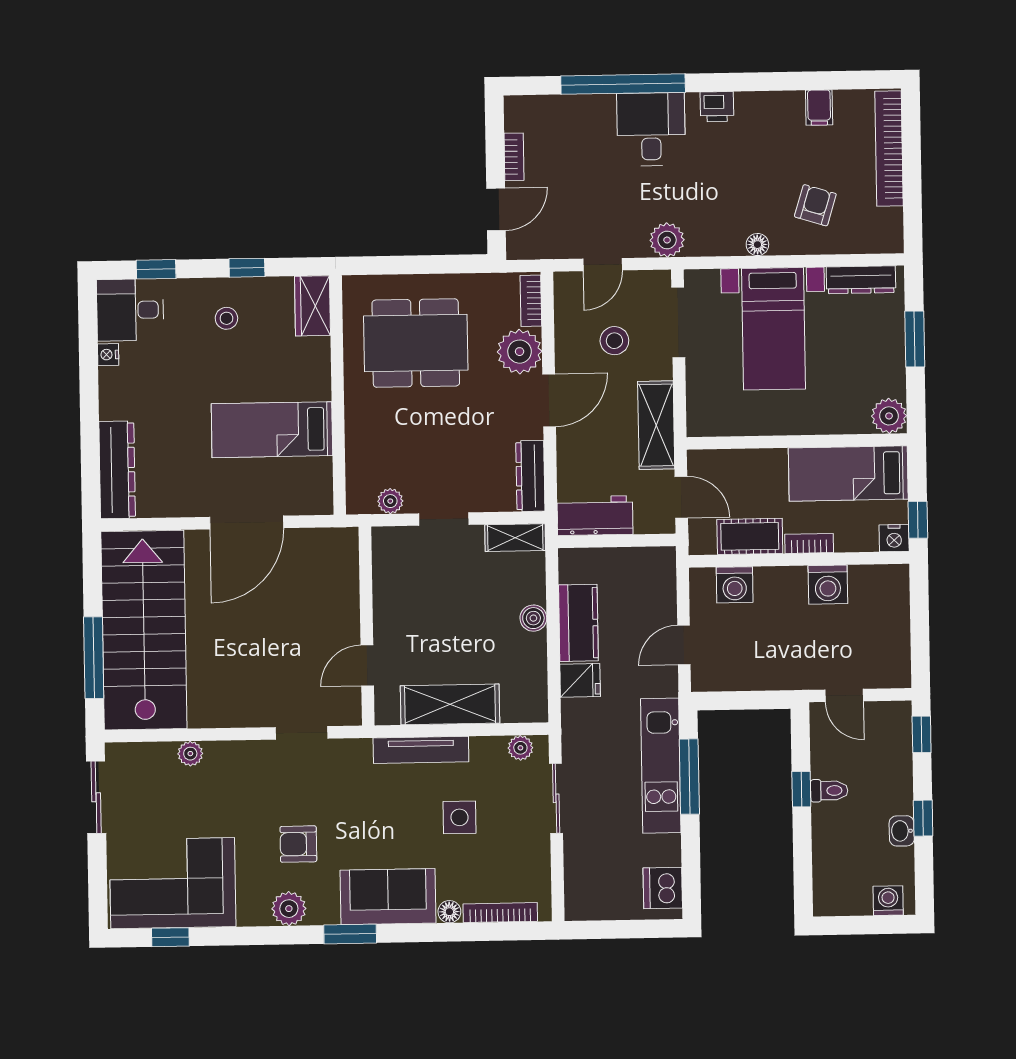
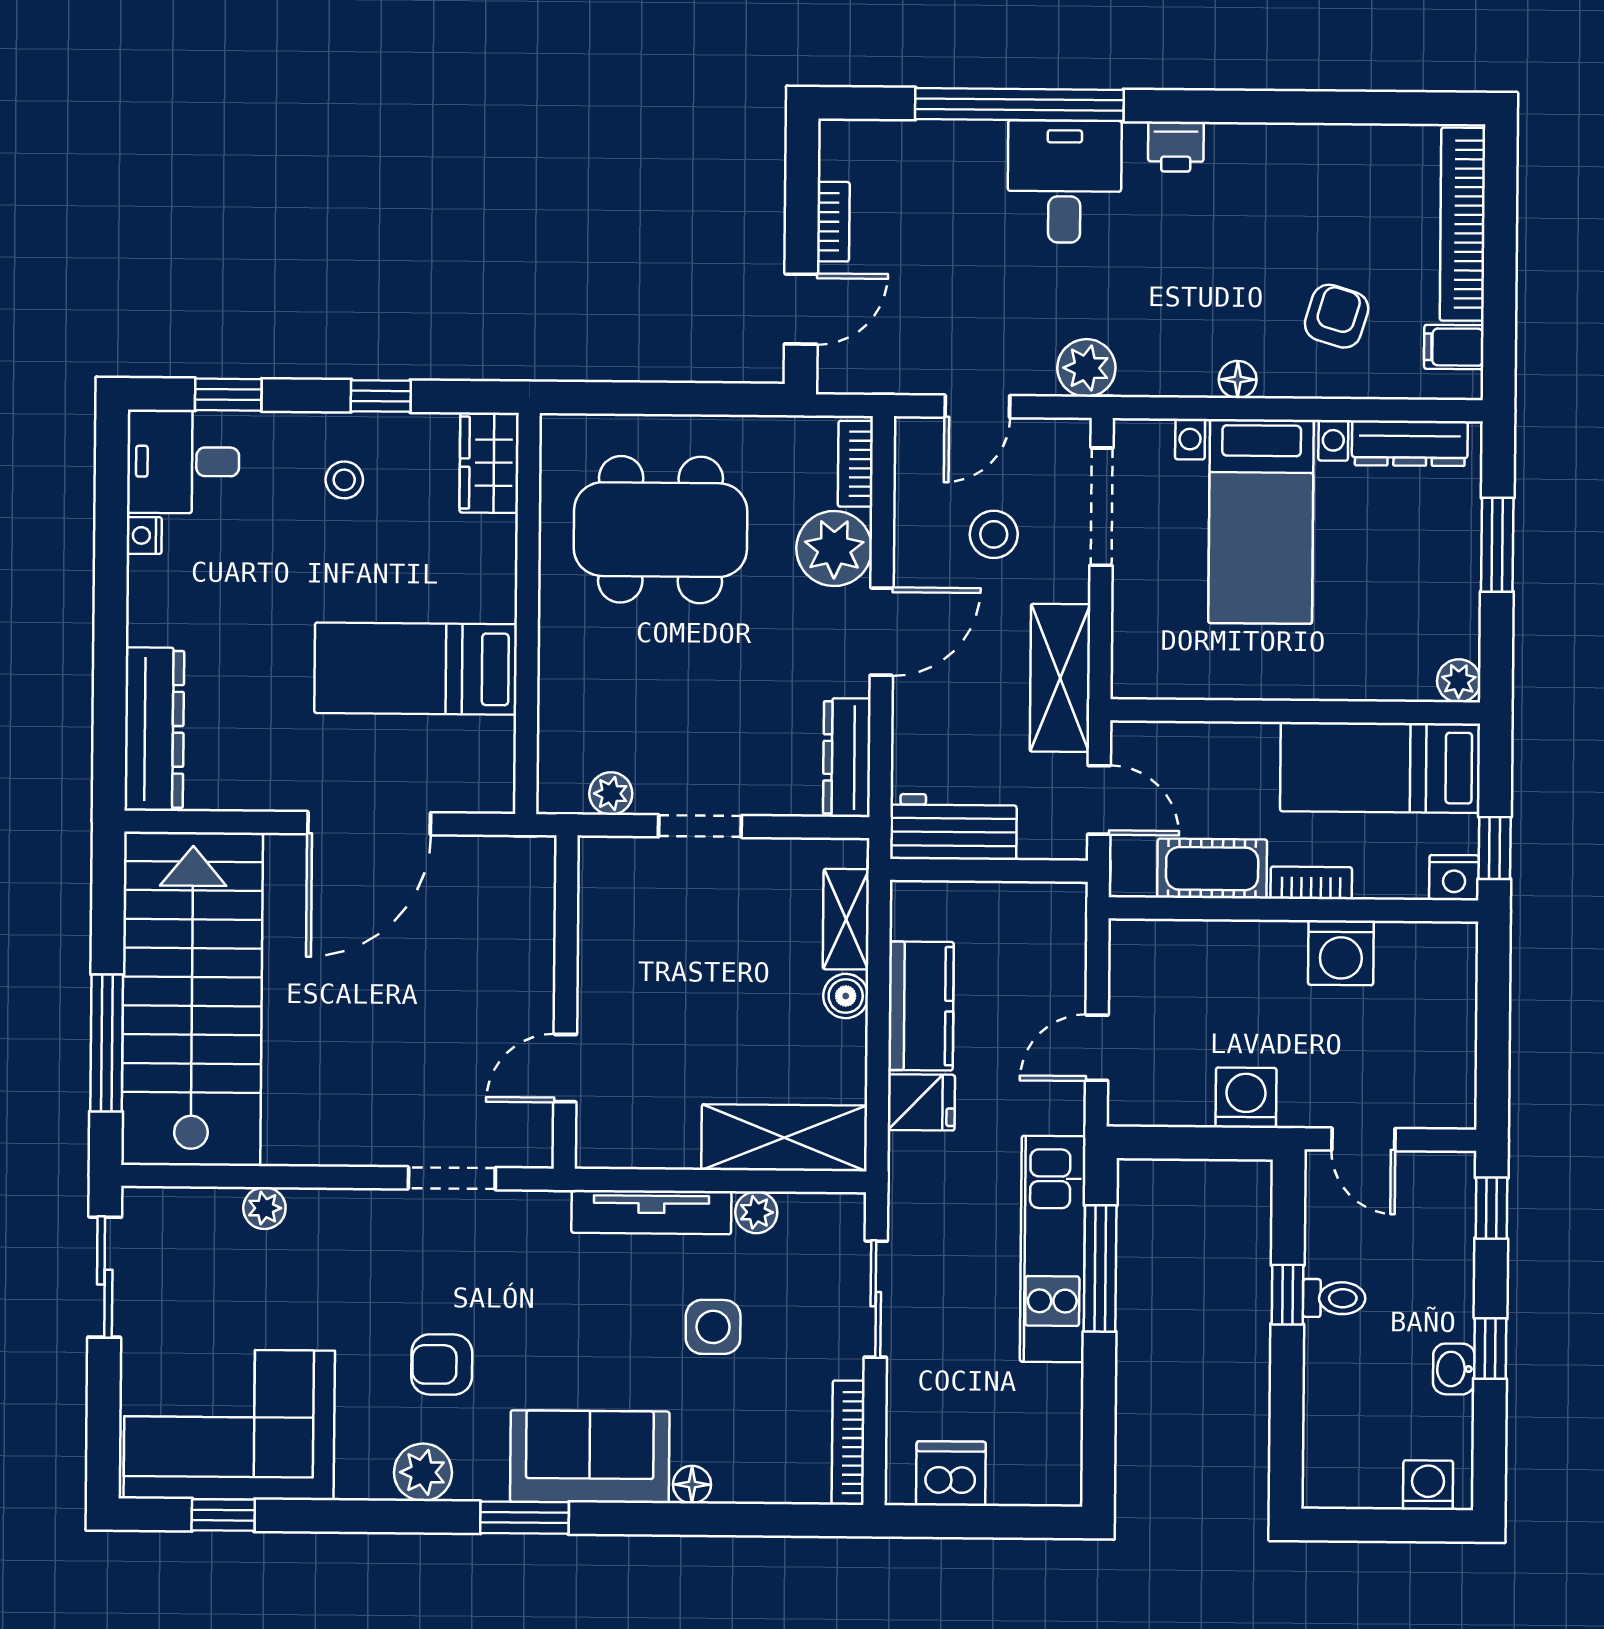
filing cabinet: (819, 108) -> (1454, 347), moved, turned 90
plant: (889, 416) -> (1459, 681), width x0.73, depth x0.73
shelving: (515, 538) -> (846, 919), moved, turned 90
washing machine: (735, 585) -> (1246, 1098), moved, turned 180
shelving: (450, 704) -> (784, 1138), moved
plant: (520, 748) -> (756, 1212), moved
dishwasher: (663, 888) -> (951, 1474), moved, turned 90
bookcase: (500, 913) -> (848, 1443), moved, turned -90

